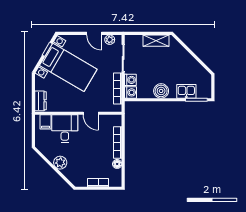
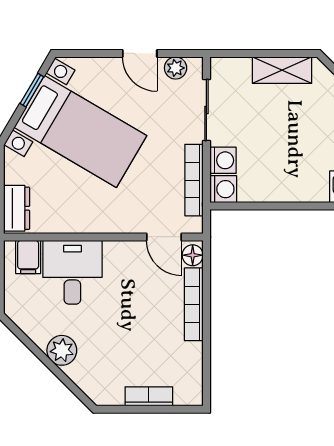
boiler: (161, 91) -> (294, 186), removed
door: (91, 113) -> (164, 237), moved
floor lamp: (117, 164) -> (193, 255), moved

